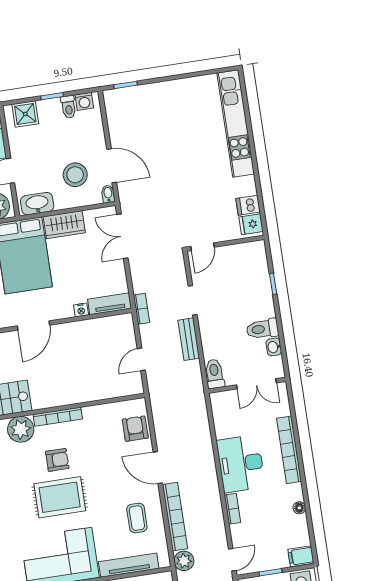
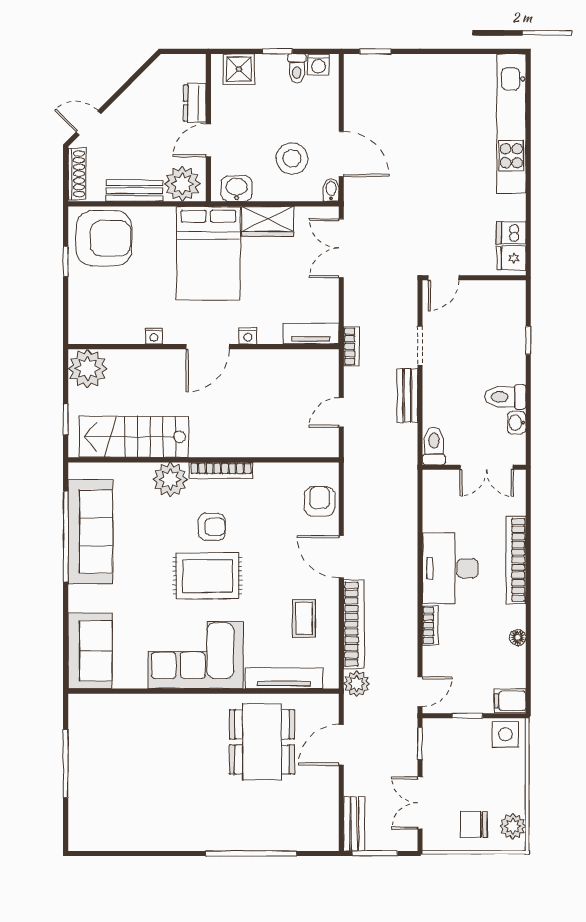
washbasin: (37, 204) -> (237, 189), width x0.72
nightstand: (81, 310) -> (248, 336), moved

